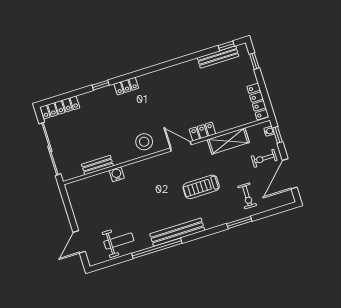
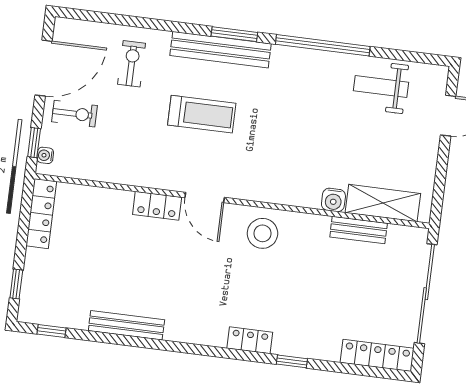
bench: (218, 57) -> (126, 325), moved
shelving: (228, 141) -> (383, 203), moved
window: (239, 222) -> (234, 34), moved
bench: (177, 232) -> (221, 50), moved

